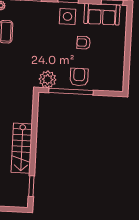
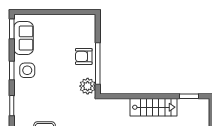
armchair: (84, 43) -> (51, 54), removed

